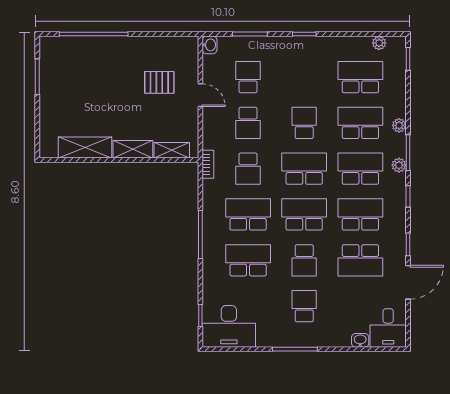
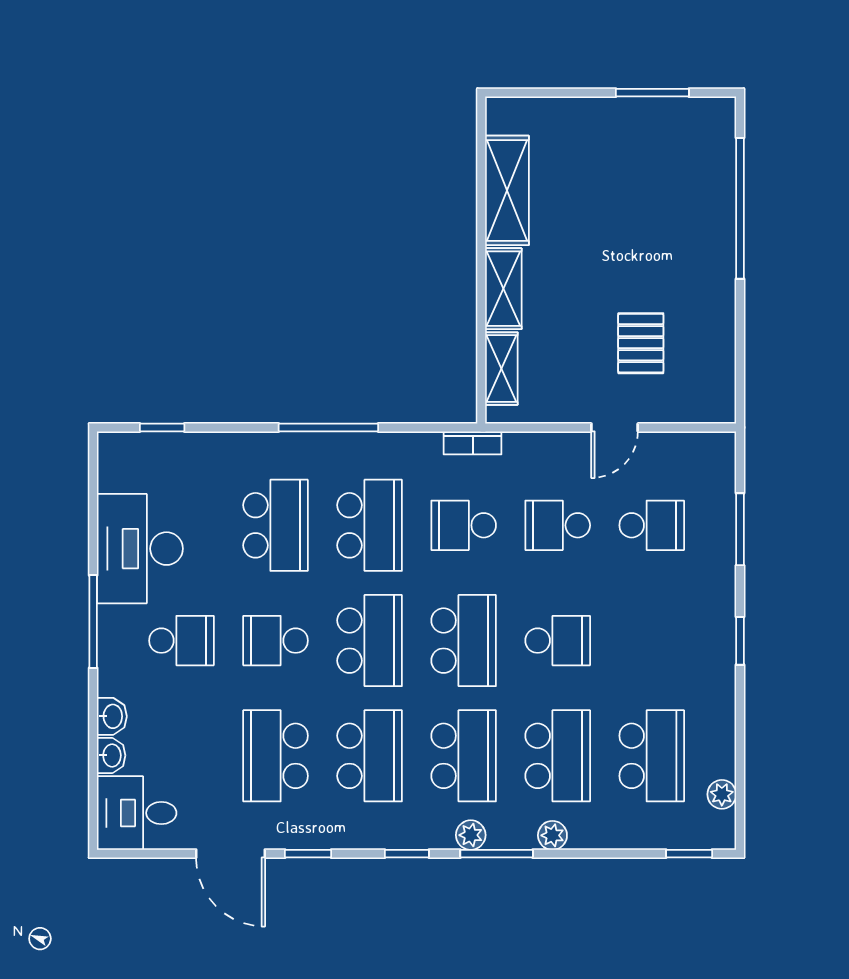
washbasin: (210, 45) -> (112, 716), moved, turned -90
desk: (229, 326) -> (140, 549), moved

